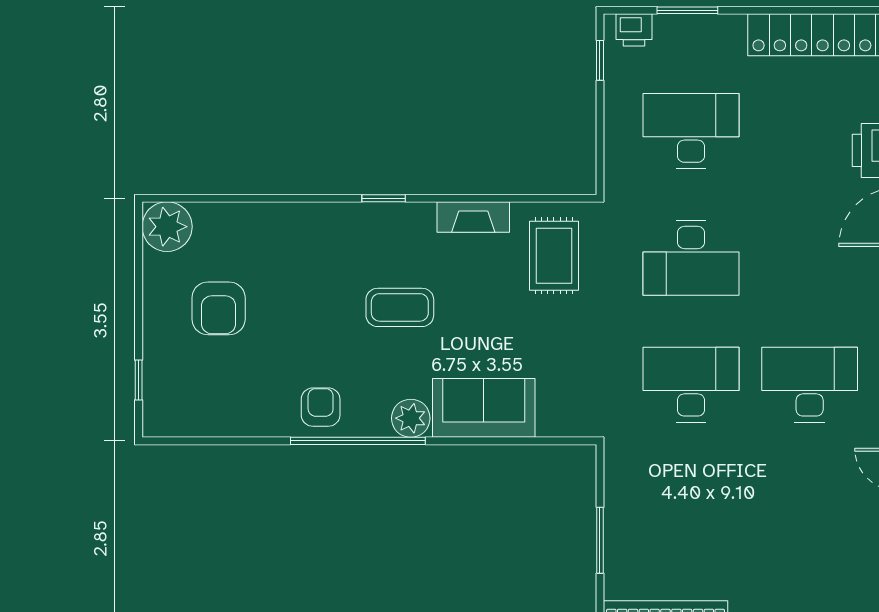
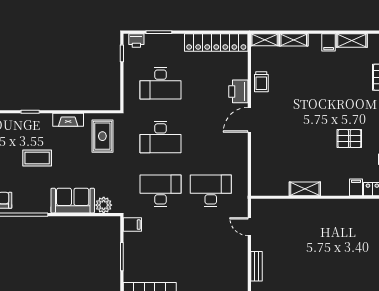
desk: (691, 131) -> (161, 83), turned 180
plant: (411, 418) -> (104, 205), moved
filing cabinet: (625, 464) -> (132, 225), added

